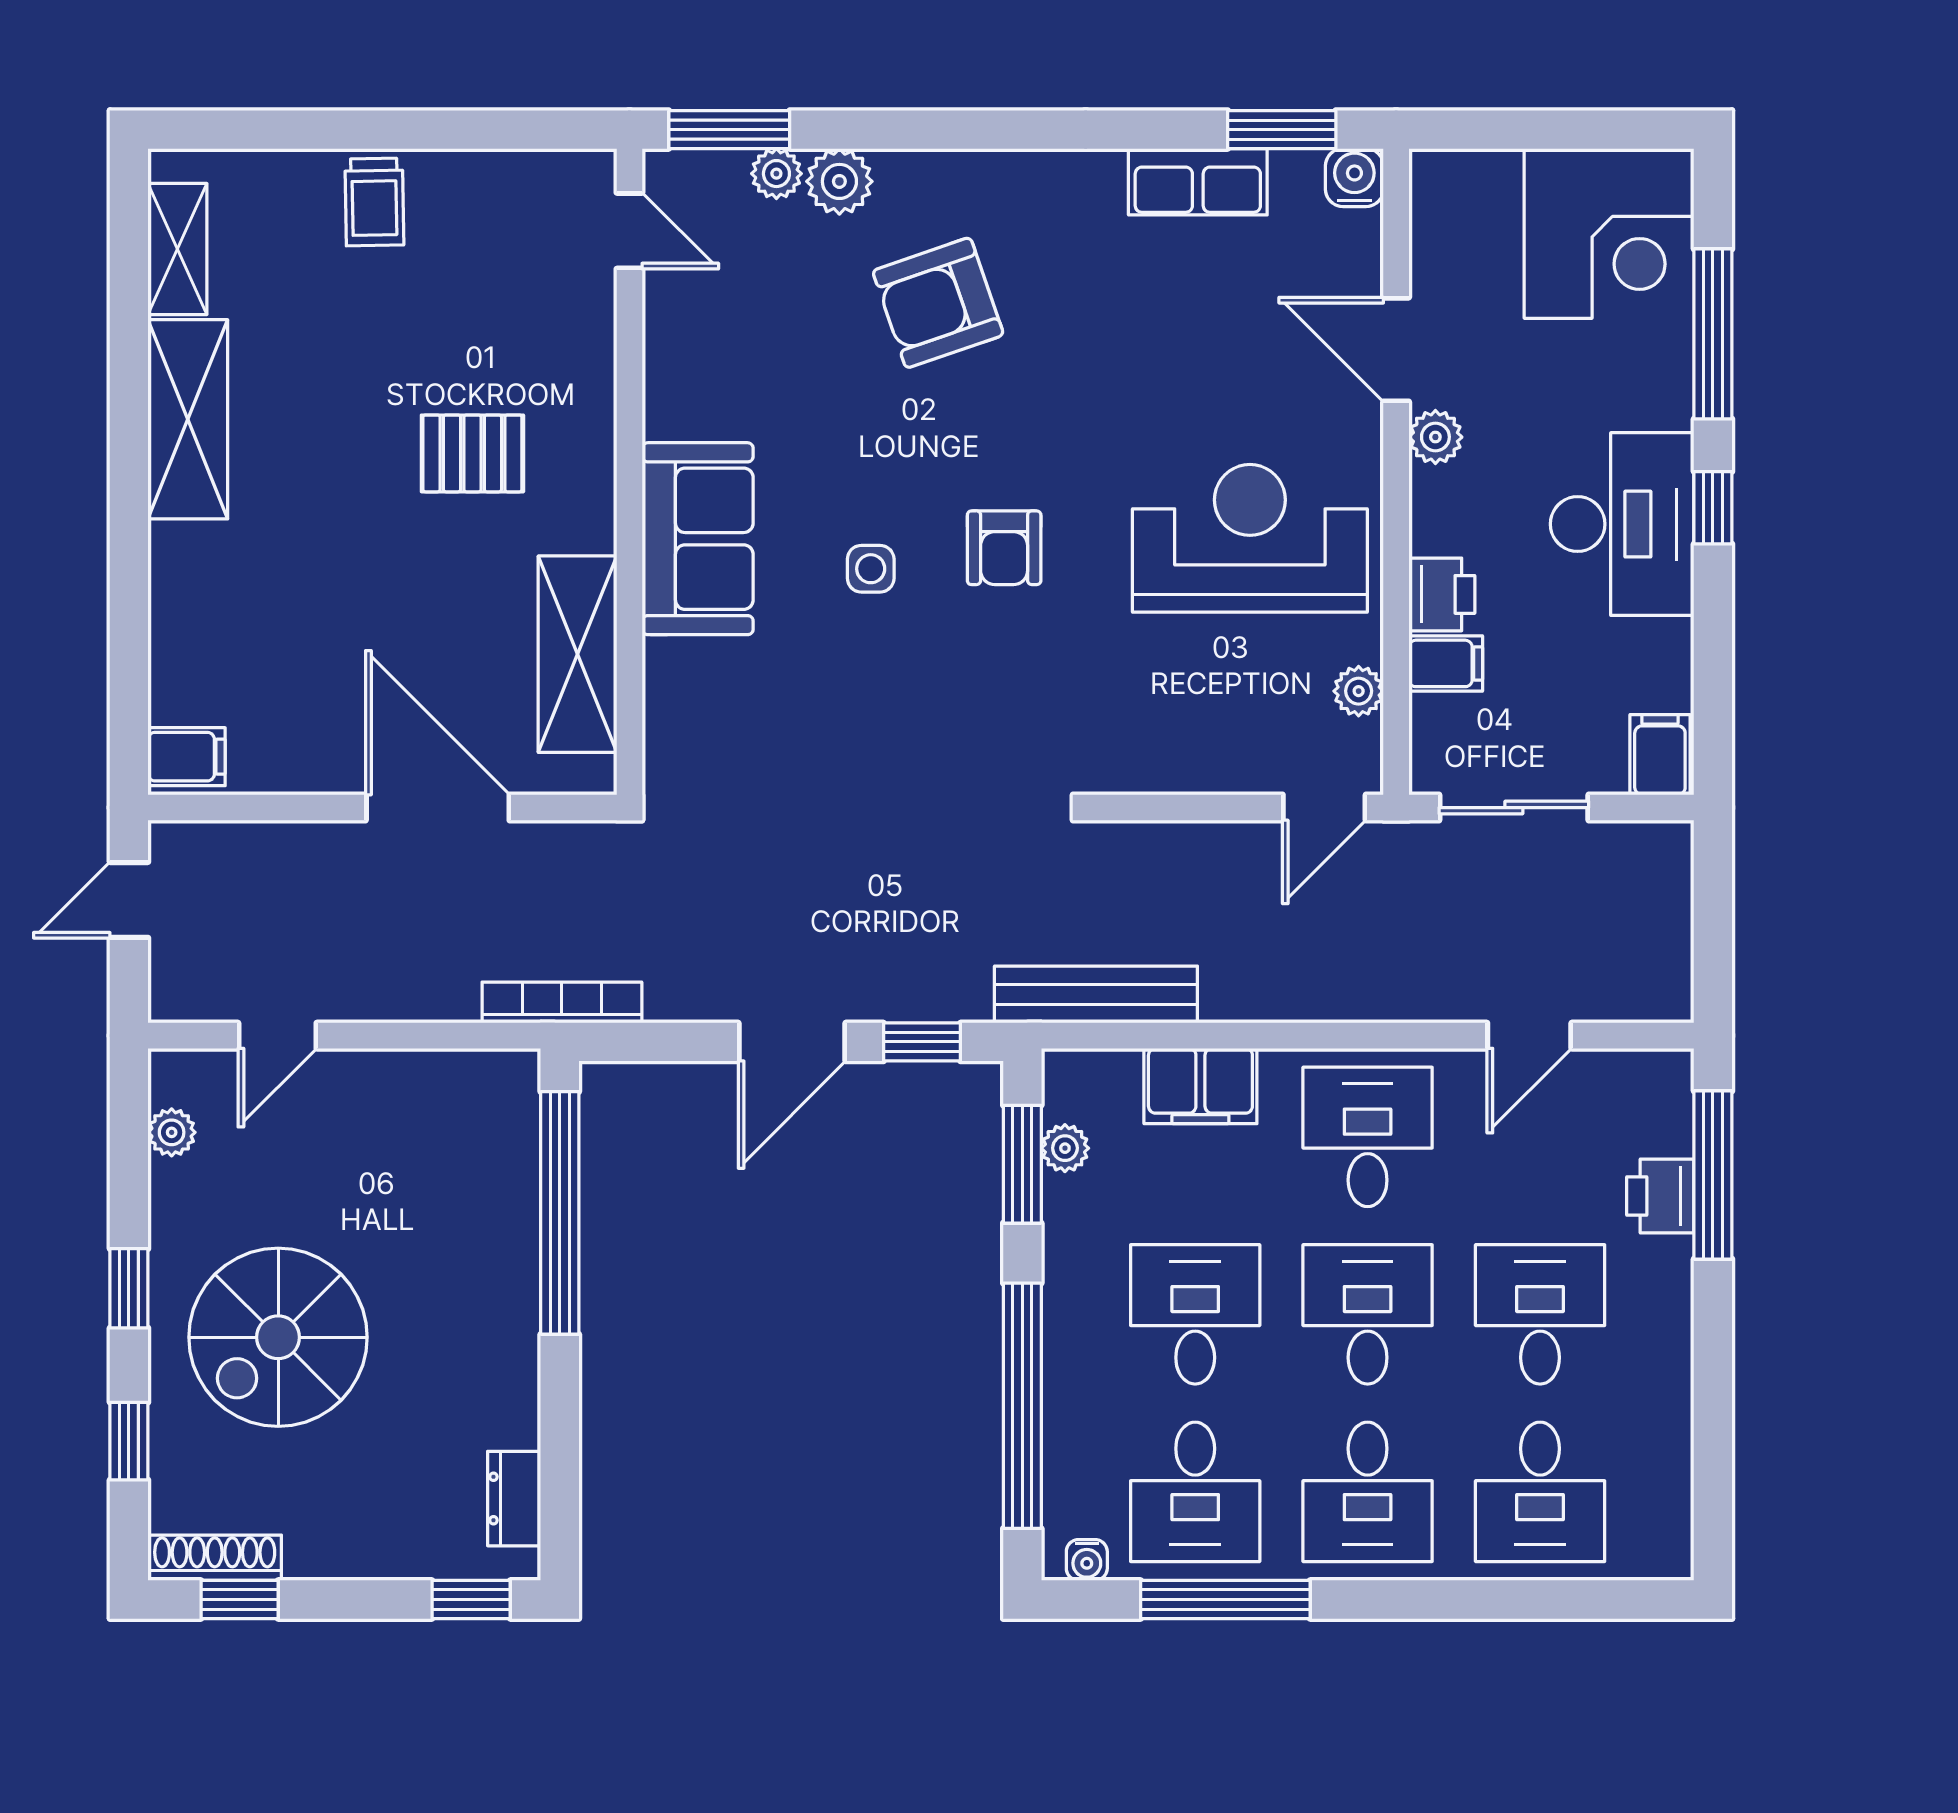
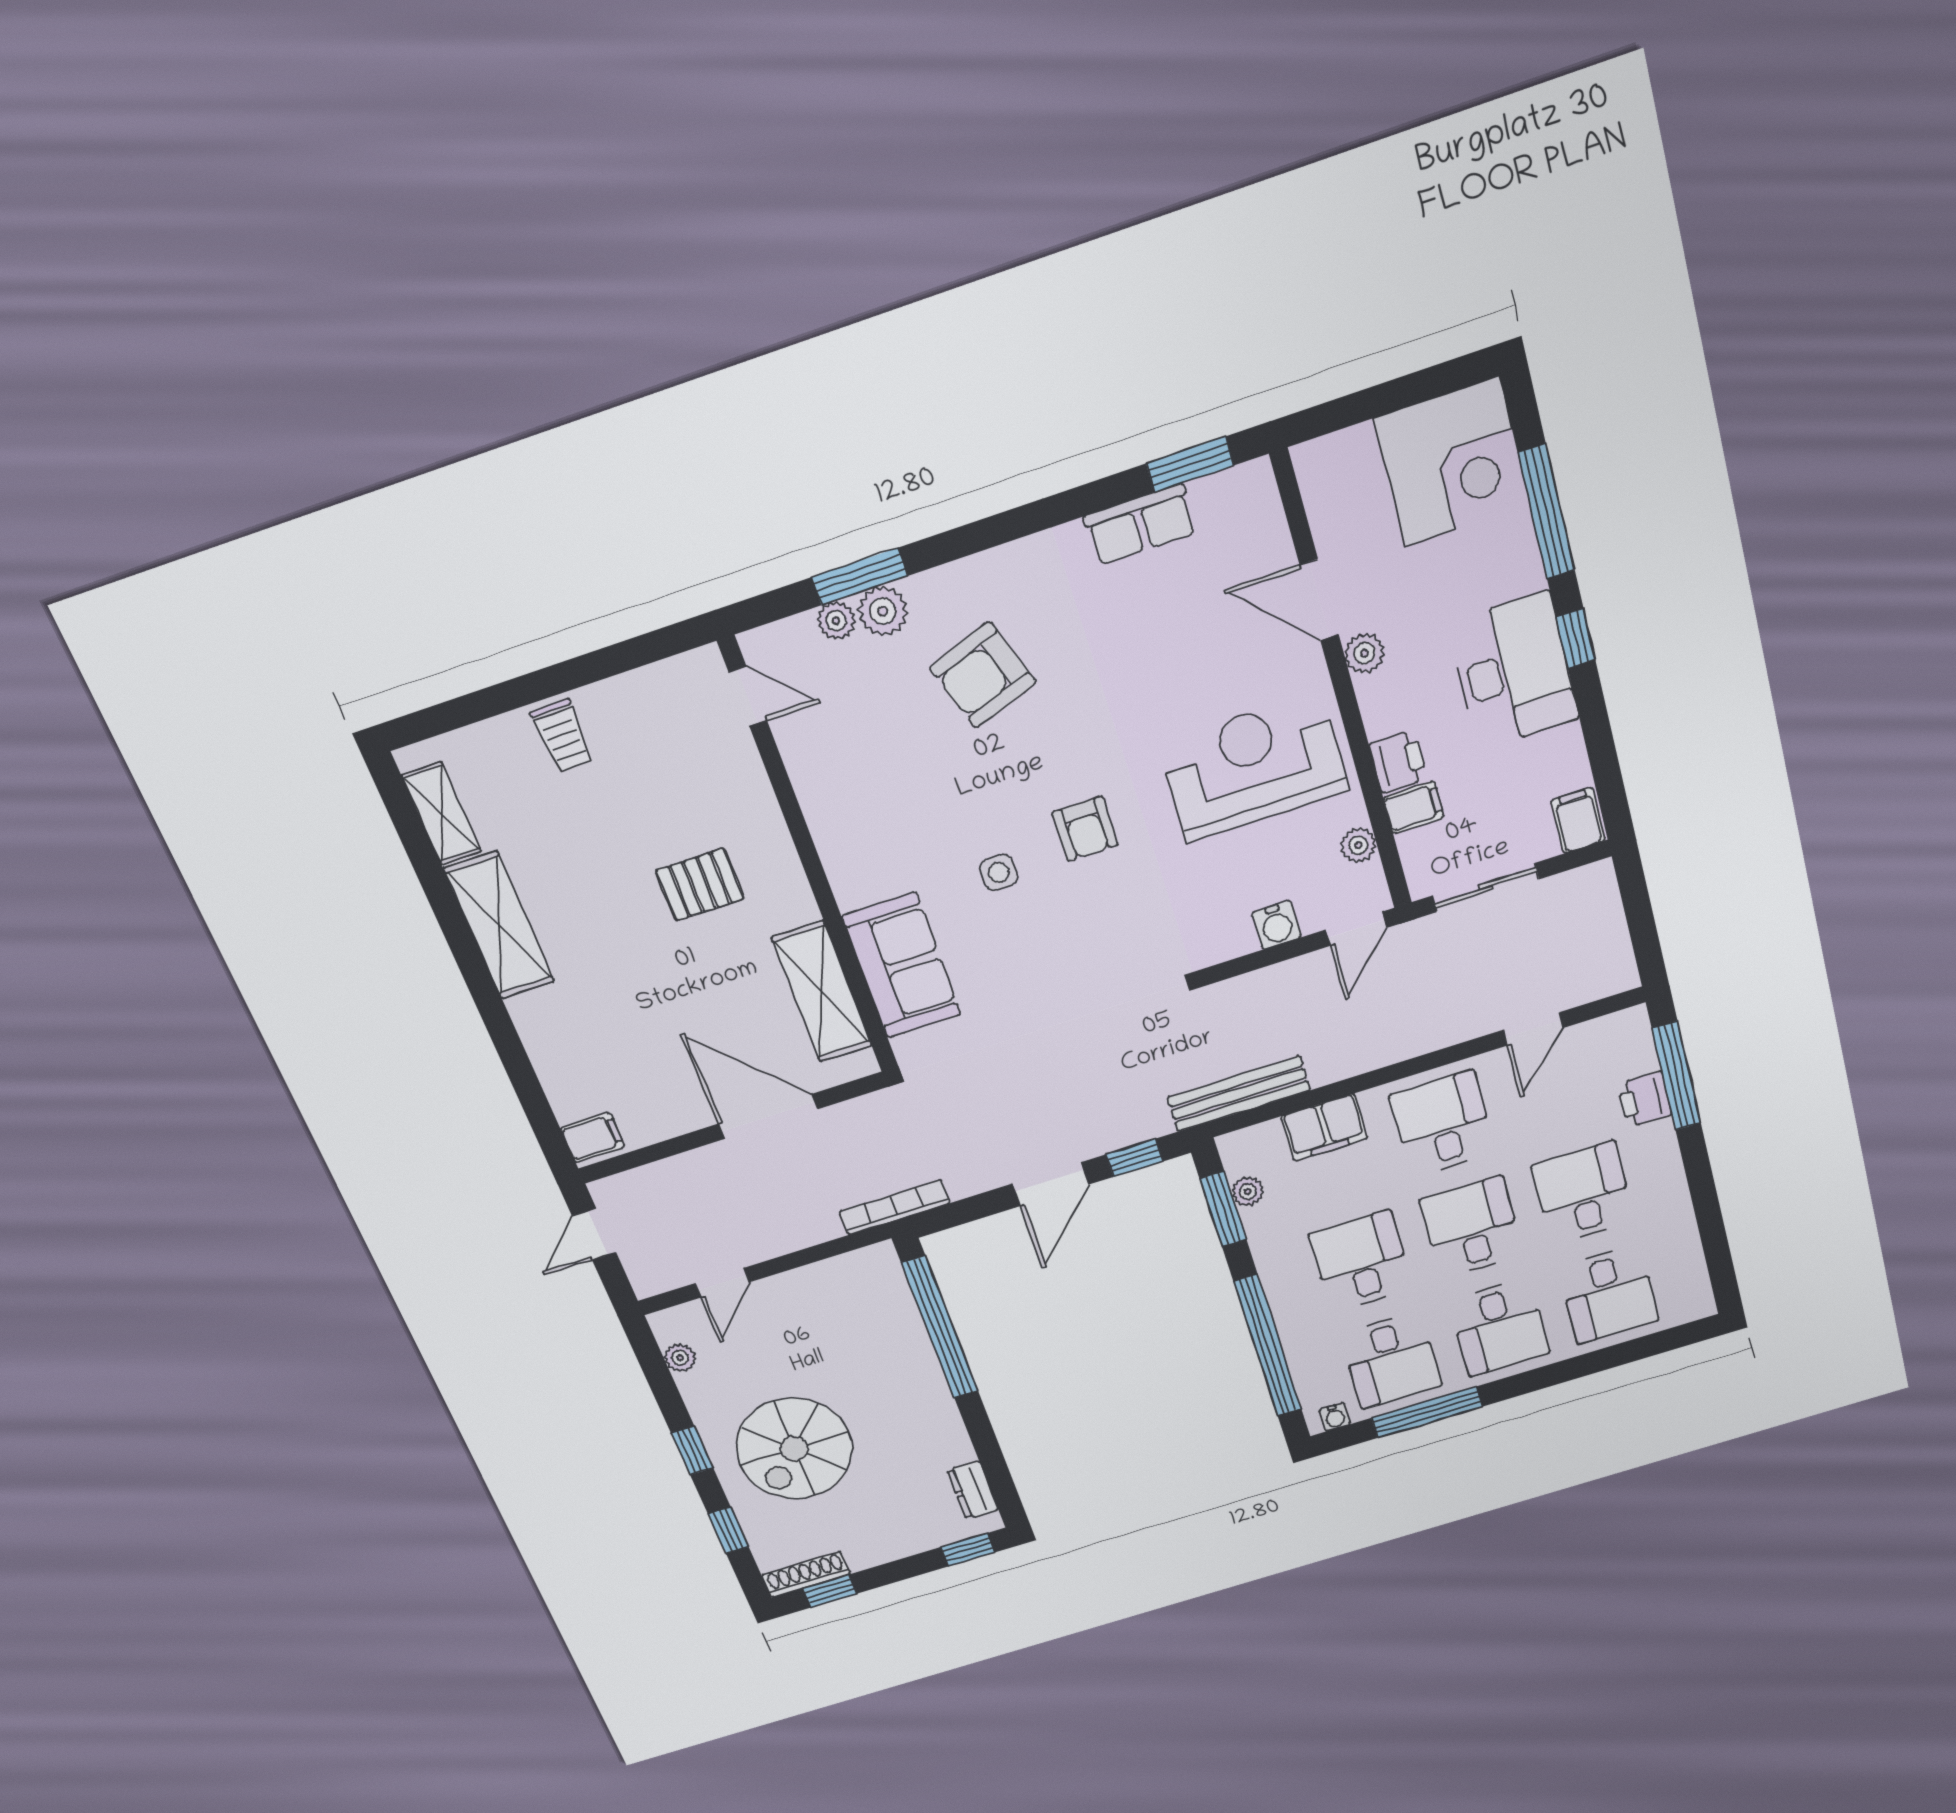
window: (729, 130) -> (860, 577), moved
water cooler: (1354, 178) -> (1277, 925), moved, turned 180
sofa: (698, 539) -> (902, 966), moved

